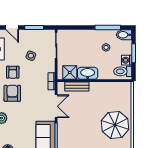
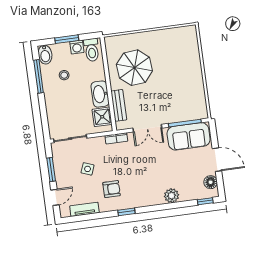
armchair: (12, 93) -> (138, 186), removed
double door: (56, 106) -> (147, 128), swing flipped
parasol: (115, 125) -> (134, 68), moved

